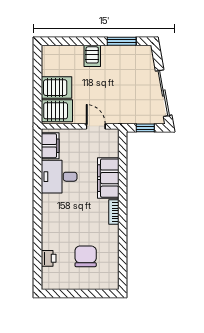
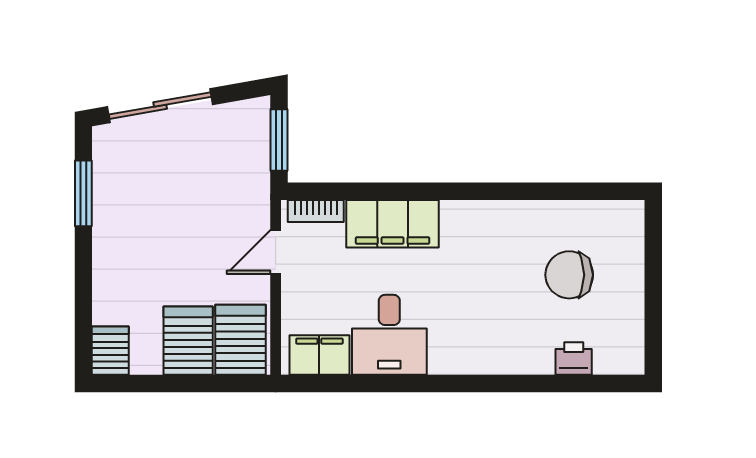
server rack: (92, 56) -> (110, 351), moved, turned -90
sliding door: (164, 93) -> (160, 106), moved
window: (145, 128) -> (279, 140), width x1.50
bookcase: (114, 212) -> (316, 211), moved

